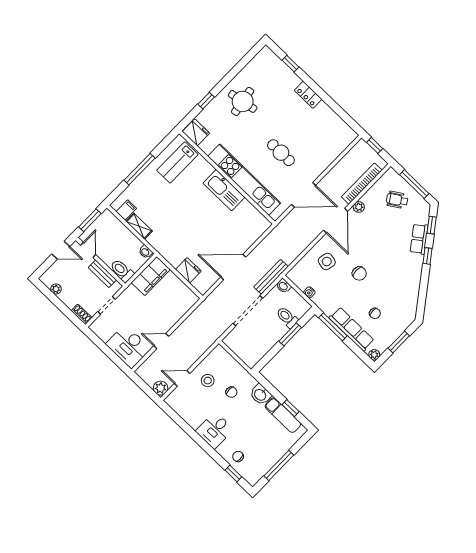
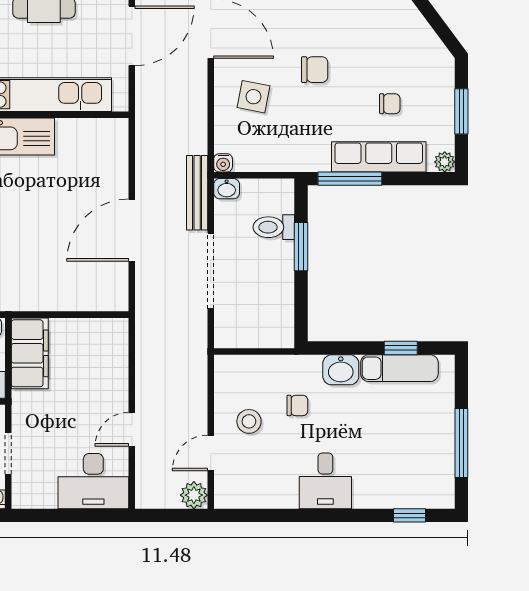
fridge: (188, 270) -> (74, 295), removed
water cooler: (309, 292) -> (223, 163), moved
chair: (238, 456) -> (393, 486), removed

